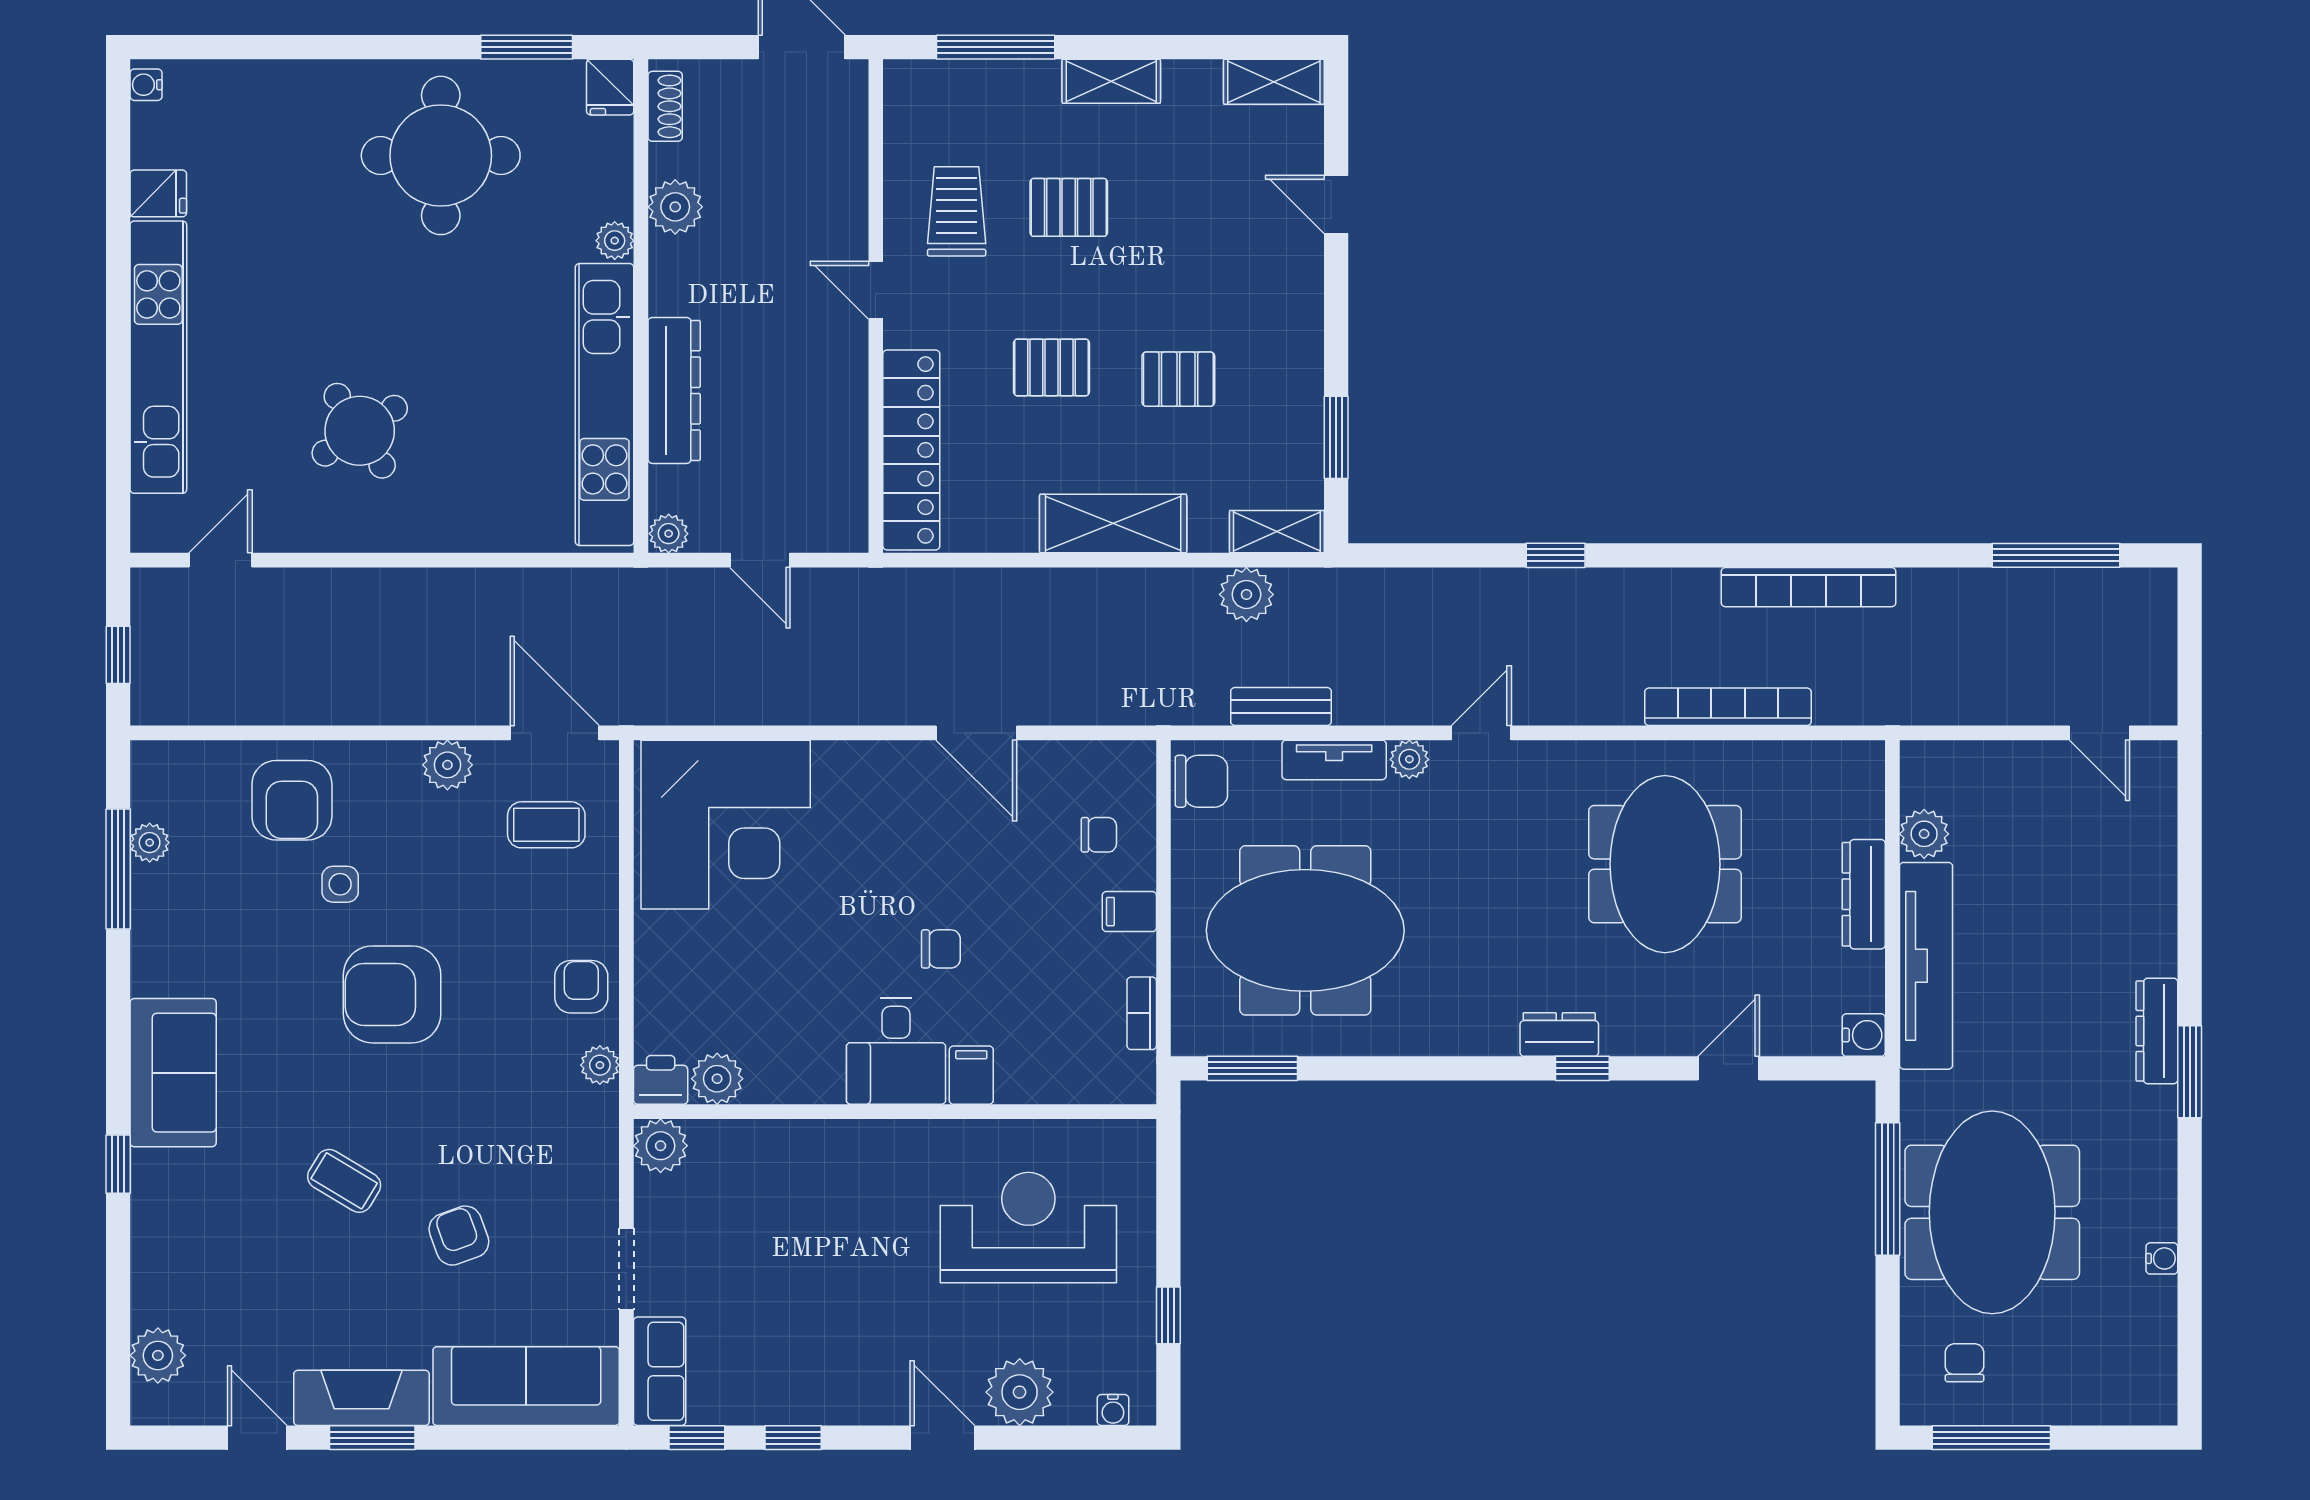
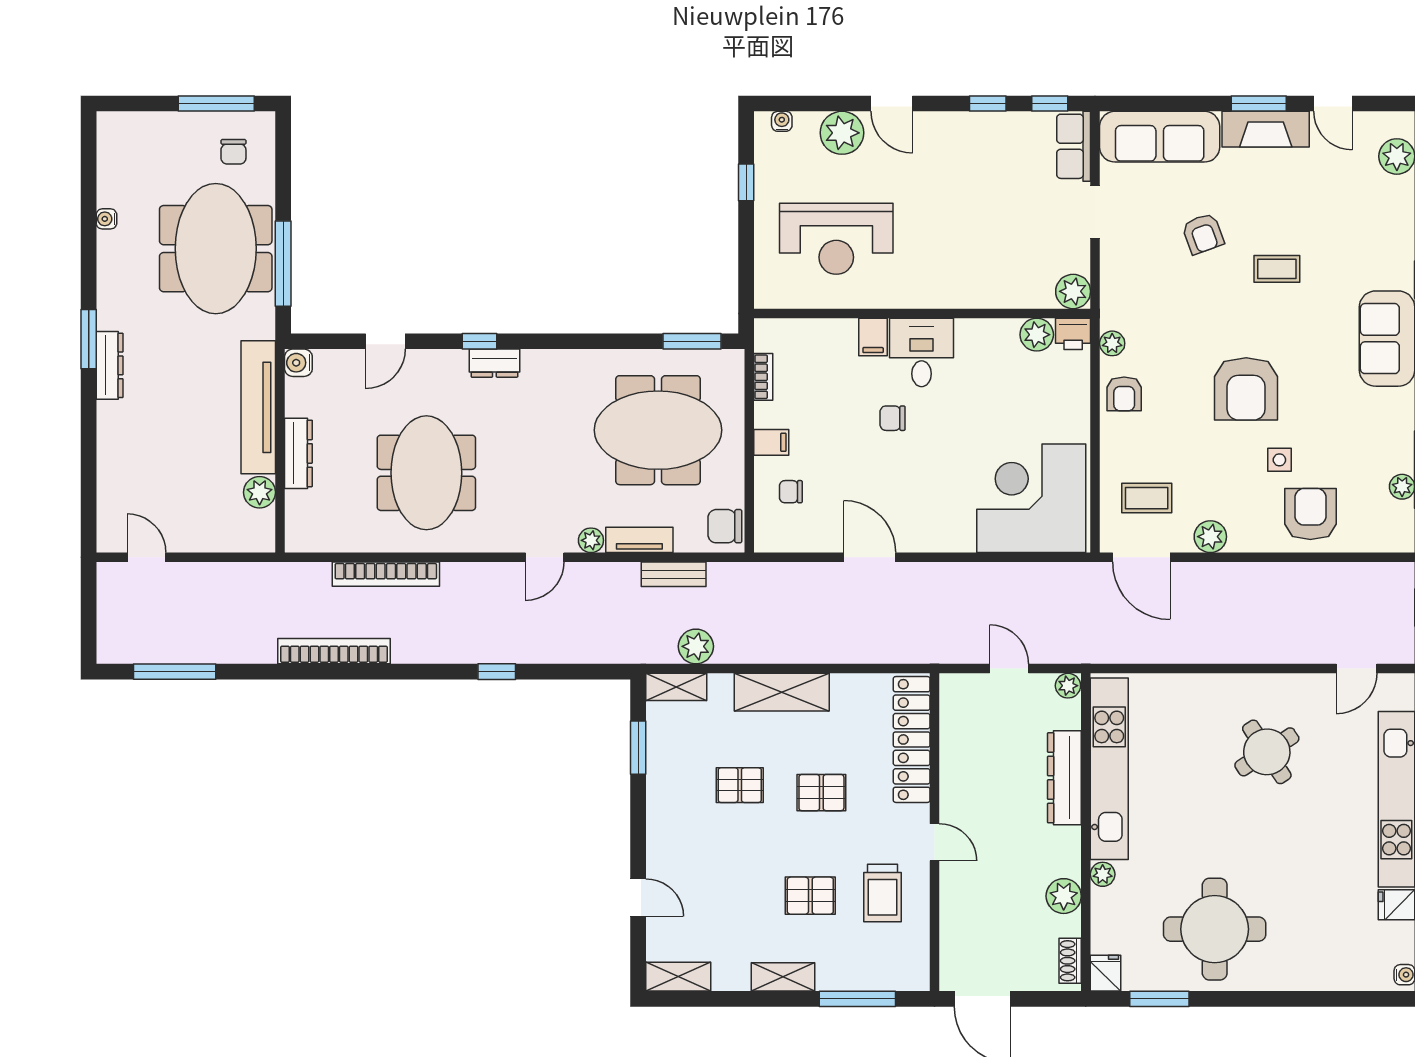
armchair: (392, 994) -> (1246, 389), turned 90
coffee table: (344, 1181) -> (1277, 269), turned -31

